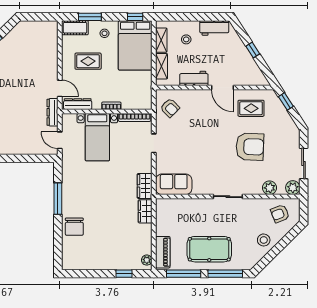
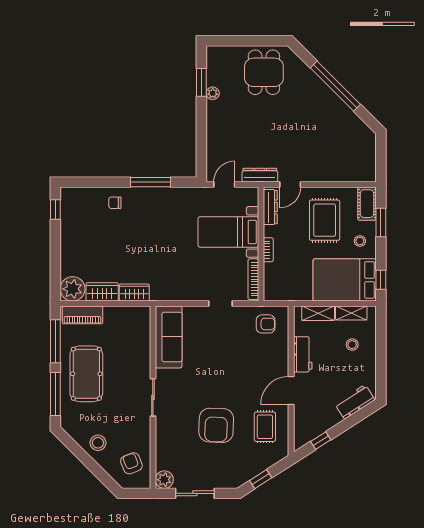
workbench: (214, 28) -> (355, 402), moved, turned 57
window: (253, 50) -> (321, 441), moved
rug: (88, 61) -> (325, 220), width x1.36, depth x1.43
window: (286, 101) -> (261, 479), moved
armchair: (170, 108) -> (266, 324), turned -135
sofa: (174, 184) -> (169, 337), width x1.36
wardrobe: (145, 186) -> (102, 292), moved
plant: (270, 188) -> (164, 450), removed
chair: (74, 227) -> (115, 203), width x0.54, depth x0.54
plant: (147, 260) -> (73, 289), width x1.87, depth x1.87
window: (124, 274) -> (55, 209), moved

